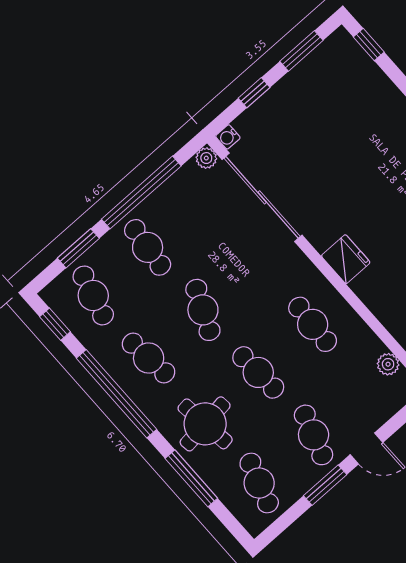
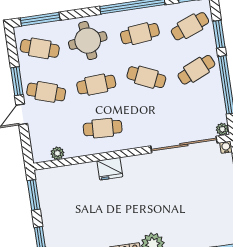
cafe table: (148, 247) -> (196, 70), turned -30
fridge: (346, 259) -> (110, 169), moved
cafe table: (93, 295) -> (190, 26), turned -36
window: (191, 478) -> (40, 19), moved

